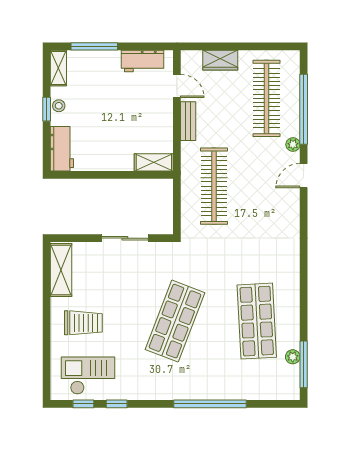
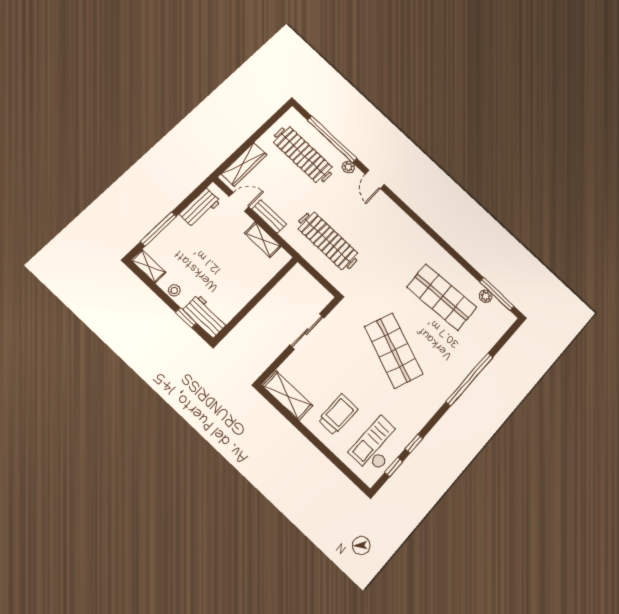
wardrobe: (220, 60) -> (244, 164), width x1.50
window: (47, 109) -> (186, 318), moved
shelving: (154, 162) -> (263, 240), moved, turned 90

